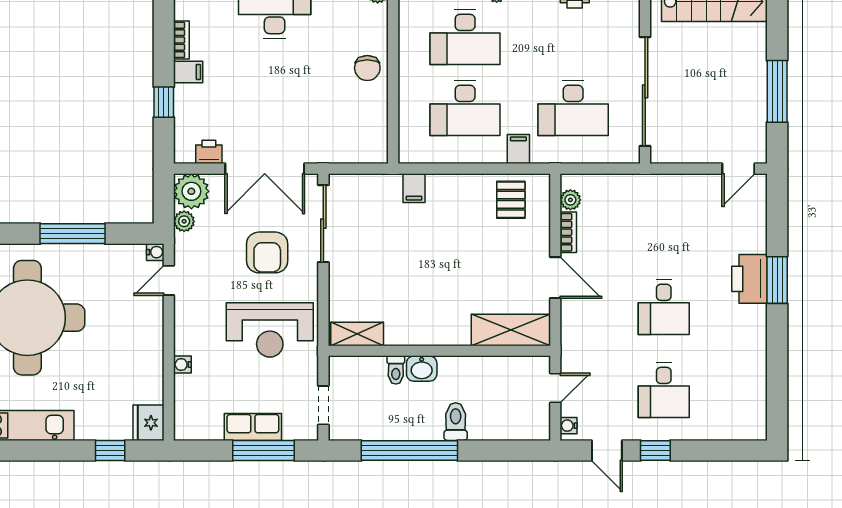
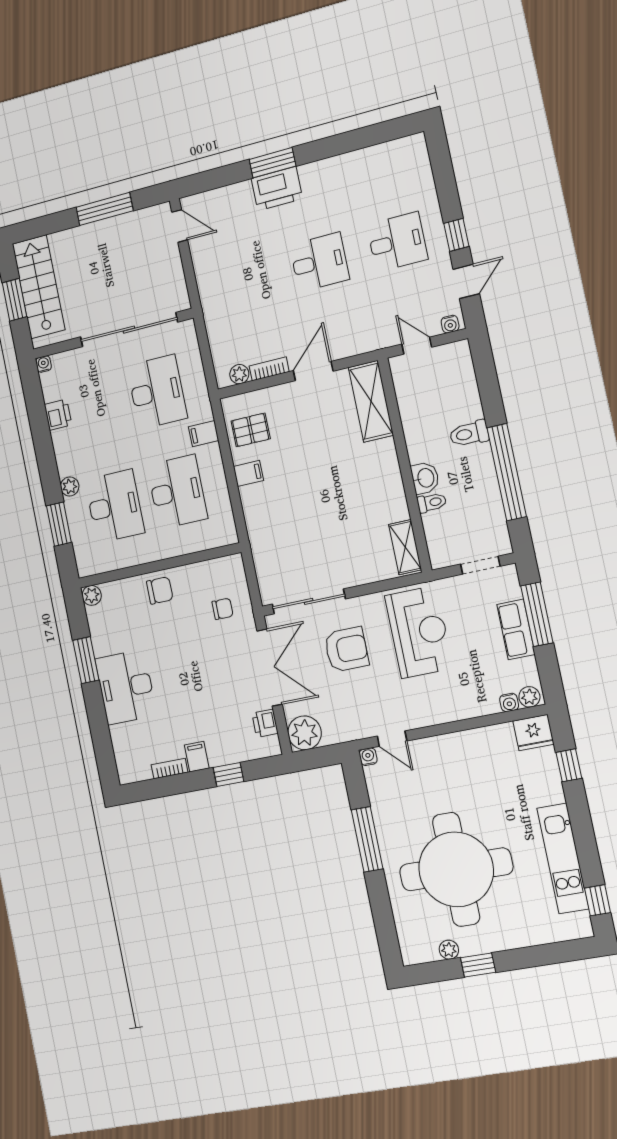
chair: (334, 131) -> (223, 609), added
filing cabinet: (414, 188) -> (248, 473), moved
plant: (184, 221) -> (529, 697), moved
water cooler: (182, 365) -> (509, 702), moved

